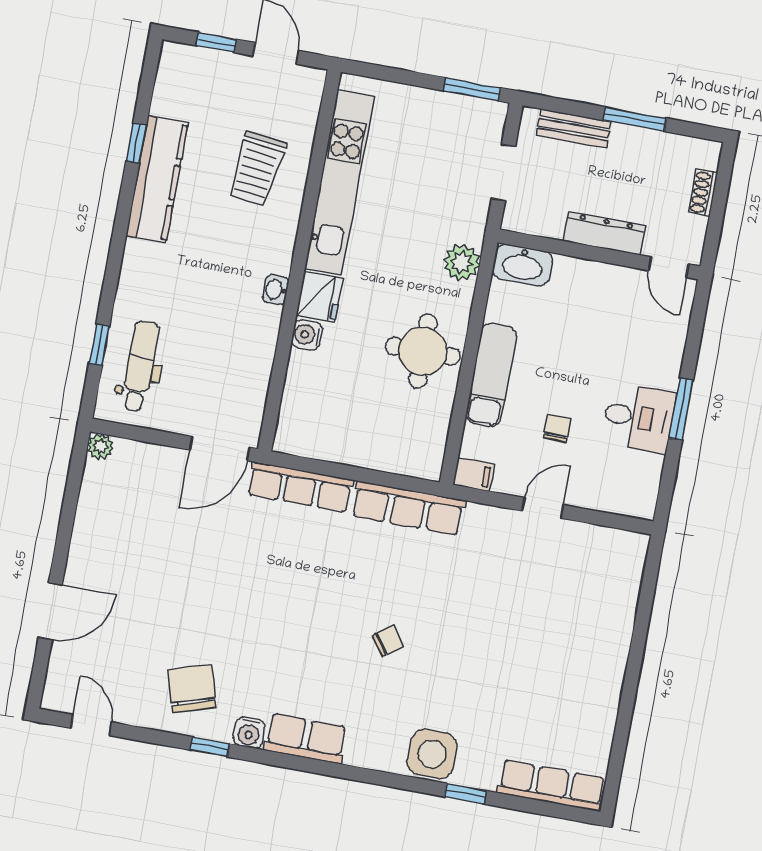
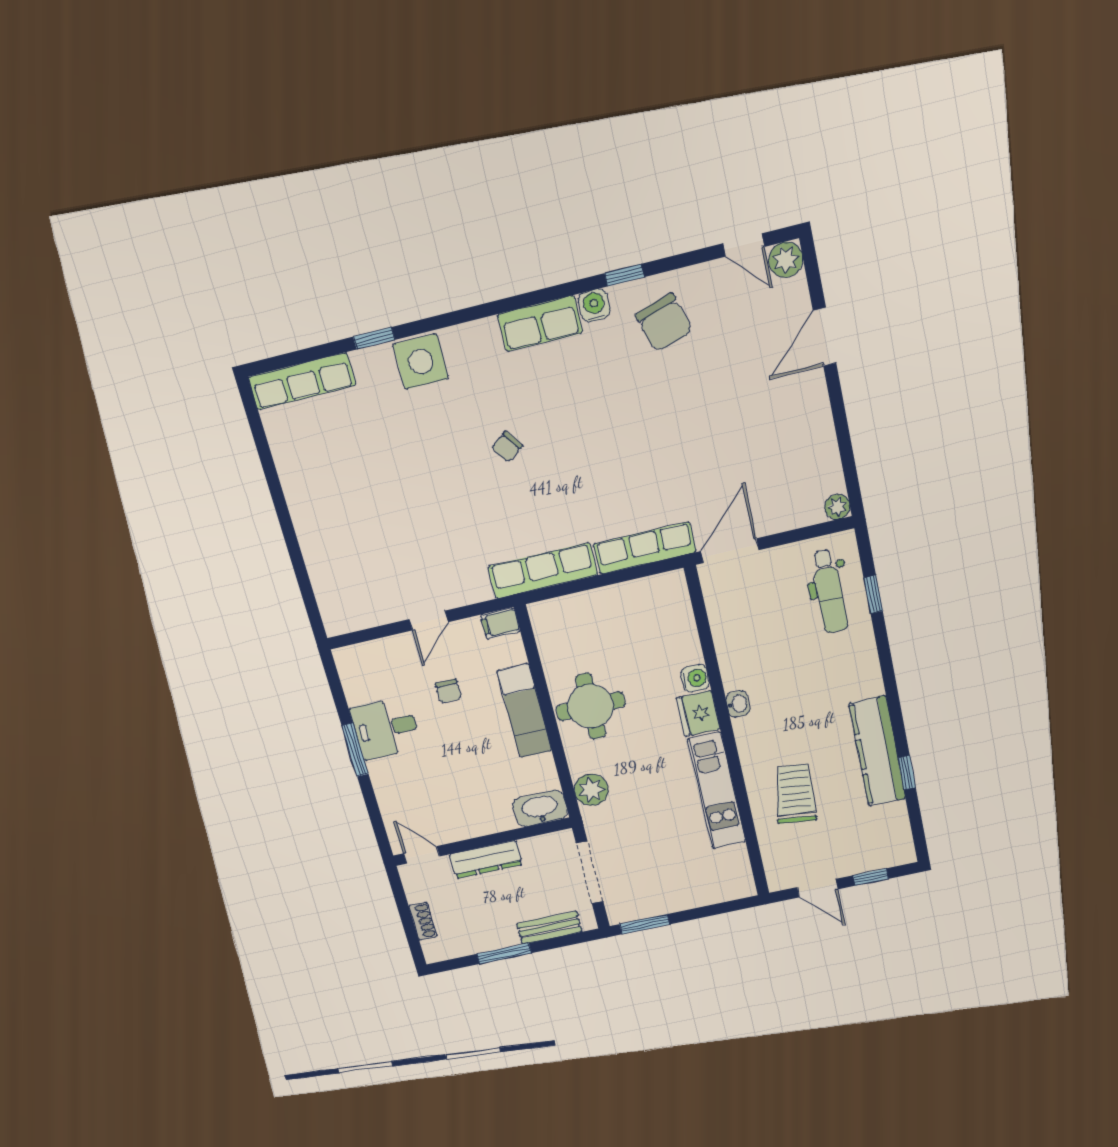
doorway: (503, 173) -> (590, 872), width x1.38
kitchen unit: (339, 182) -> (717, 791), width x0.73
plant: (59, 695) -> (786, 260), added

